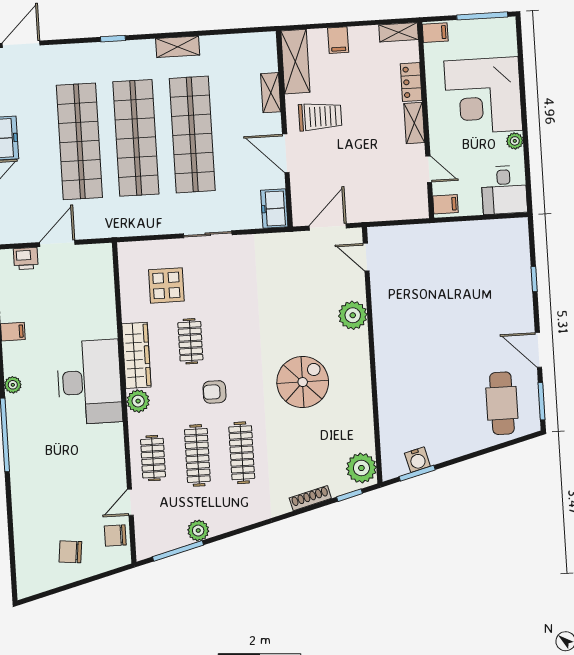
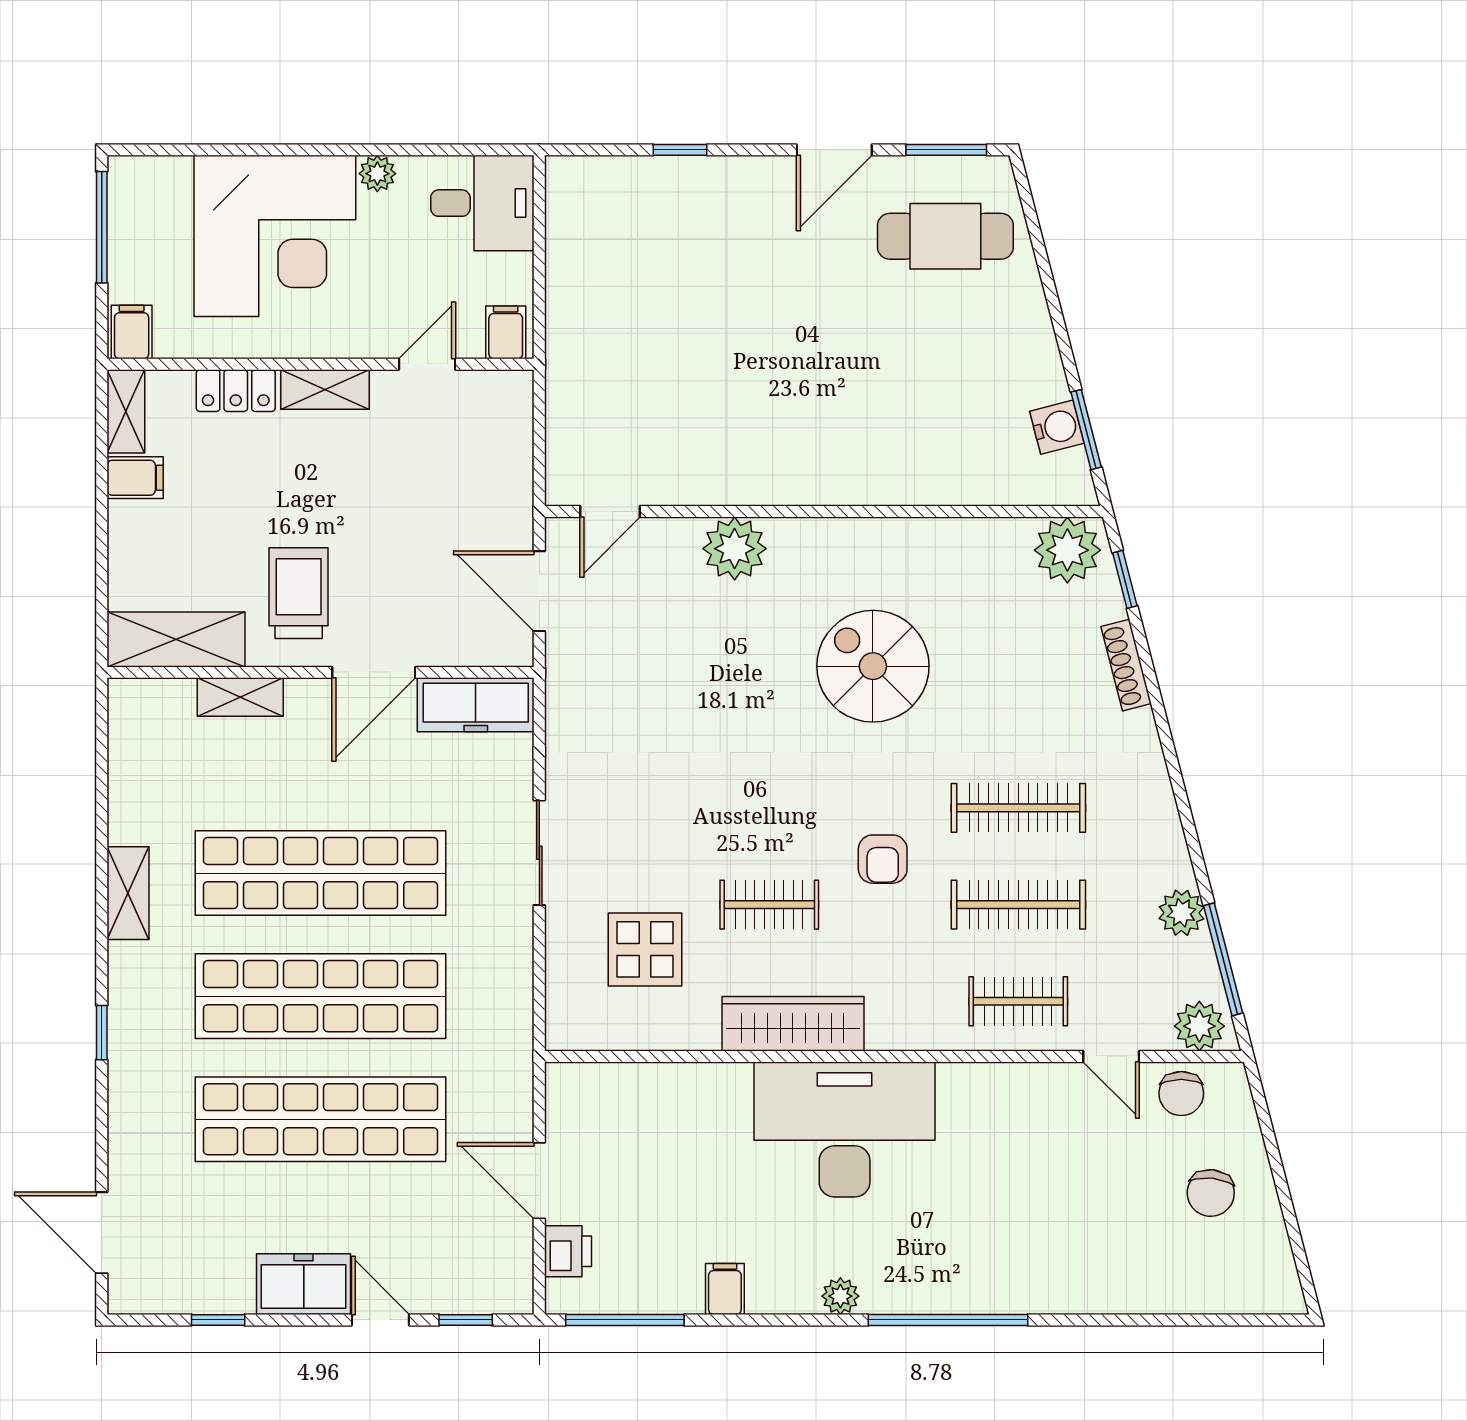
filing cabinet: (338, 40) -> (135, 478), moved
freezer: (274, 209) -> (476, 705), width x1.40
plant: (138, 401) -> (1199, 1026), moved

